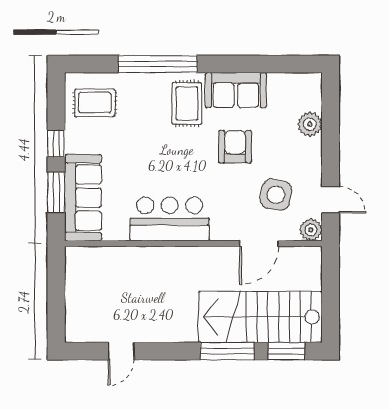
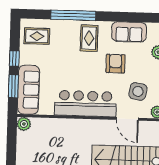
sofa: (236, 90) -> (129, 32), moved
bar counter: (170, 219) -> (85, 104), width x1.36
door: (259, 244) -> (127, 119), hinge flipped
plant: (77, 258) -> (24, 124), added

